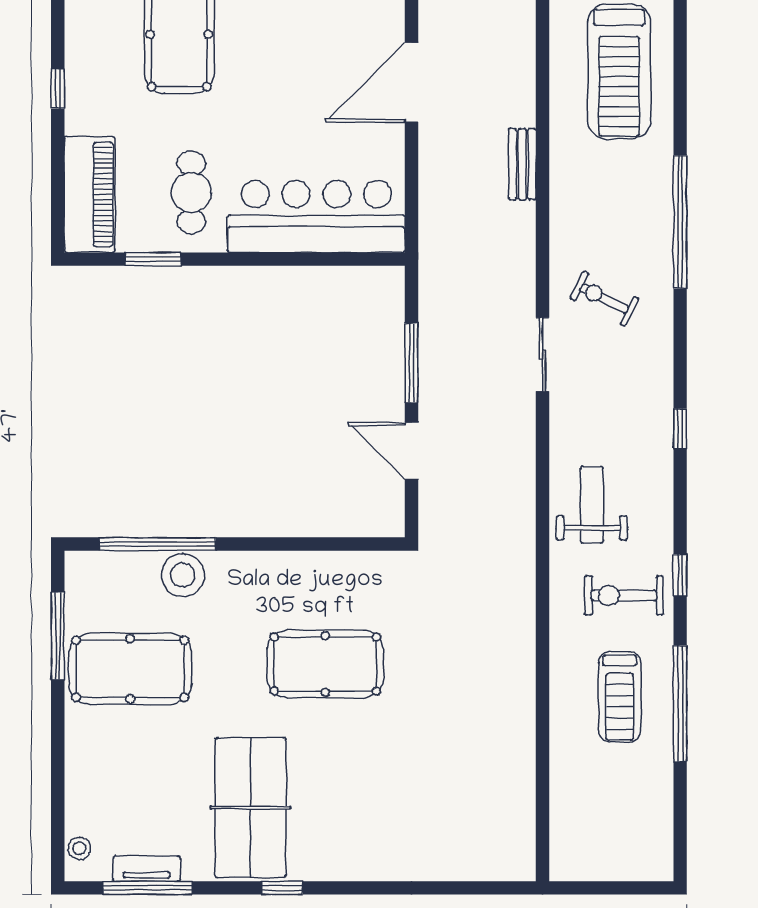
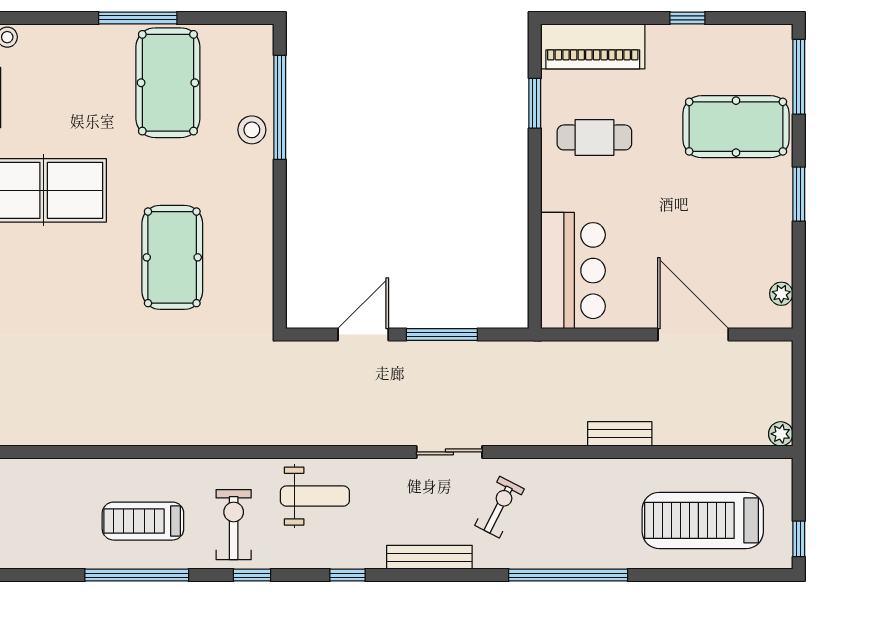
bar counter: (316, 216) -> (573, 271), width x0.73
bench: (660, 377) -> (429, 557), added
window: (680, 429) -> (347, 575), moved
stool: (183, 575) -> (252, 130), width x0.73, depth x0.73
window: (58, 636) -> (138, 18), moved

